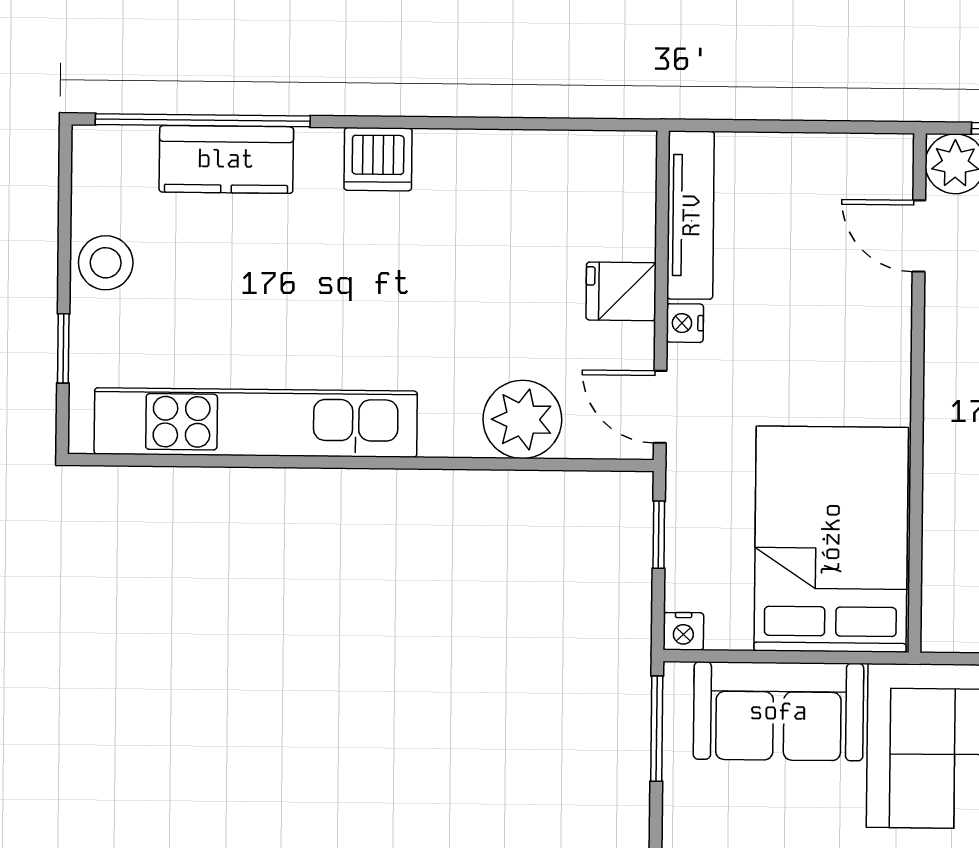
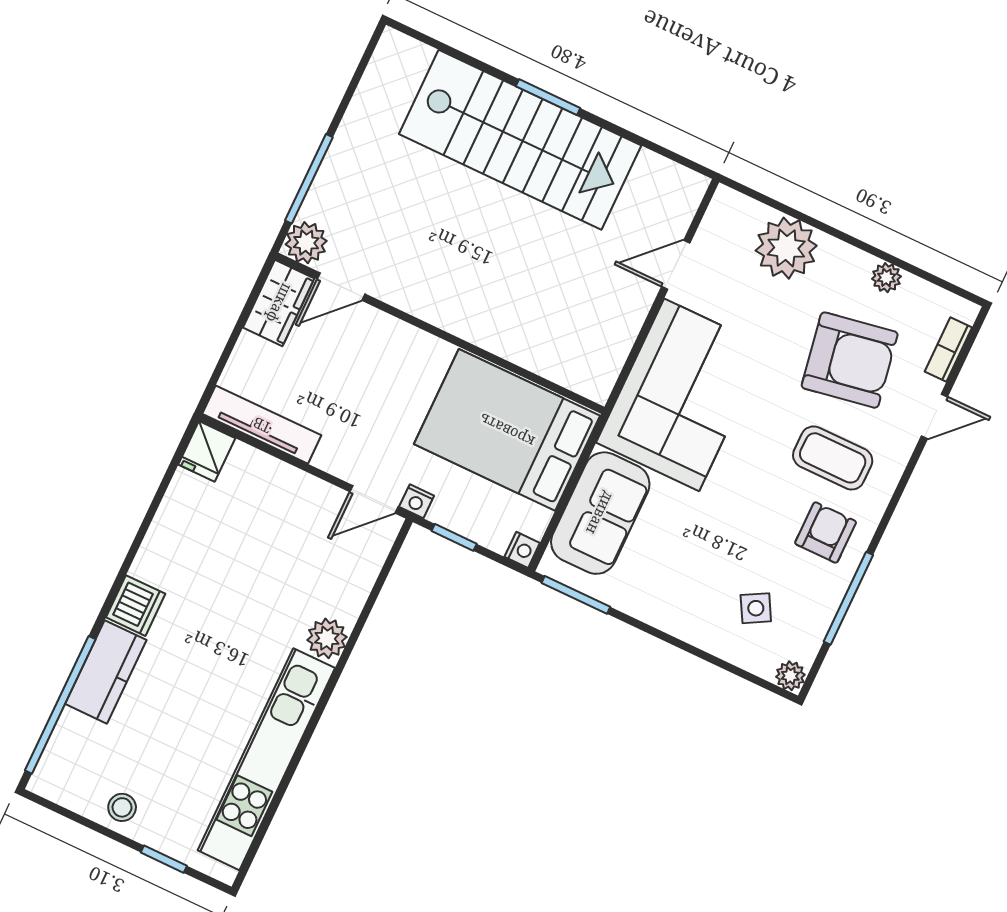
kitchen counter: (226, 159) -> (106, 672), moved
wardrobe: (860, 164) -> (279, 303), added
stool: (106, 263) -> (122, 807), width x0.73, depth x0.73
fridge: (621, 291) -> (207, 451), moved
nightstand: (685, 323) -> (417, 501), moved
plant: (522, 419) -> (327, 638), moved, width x0.73, depth x0.73

